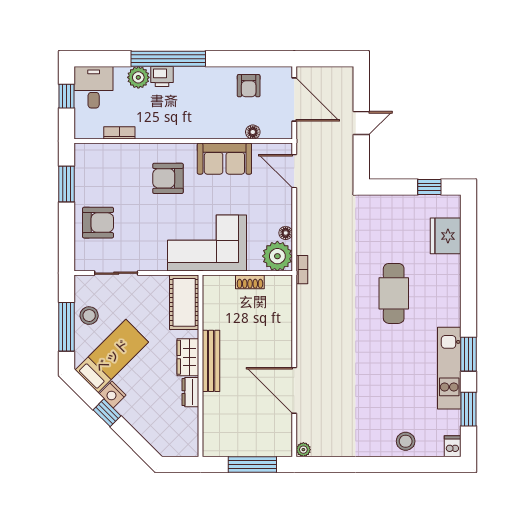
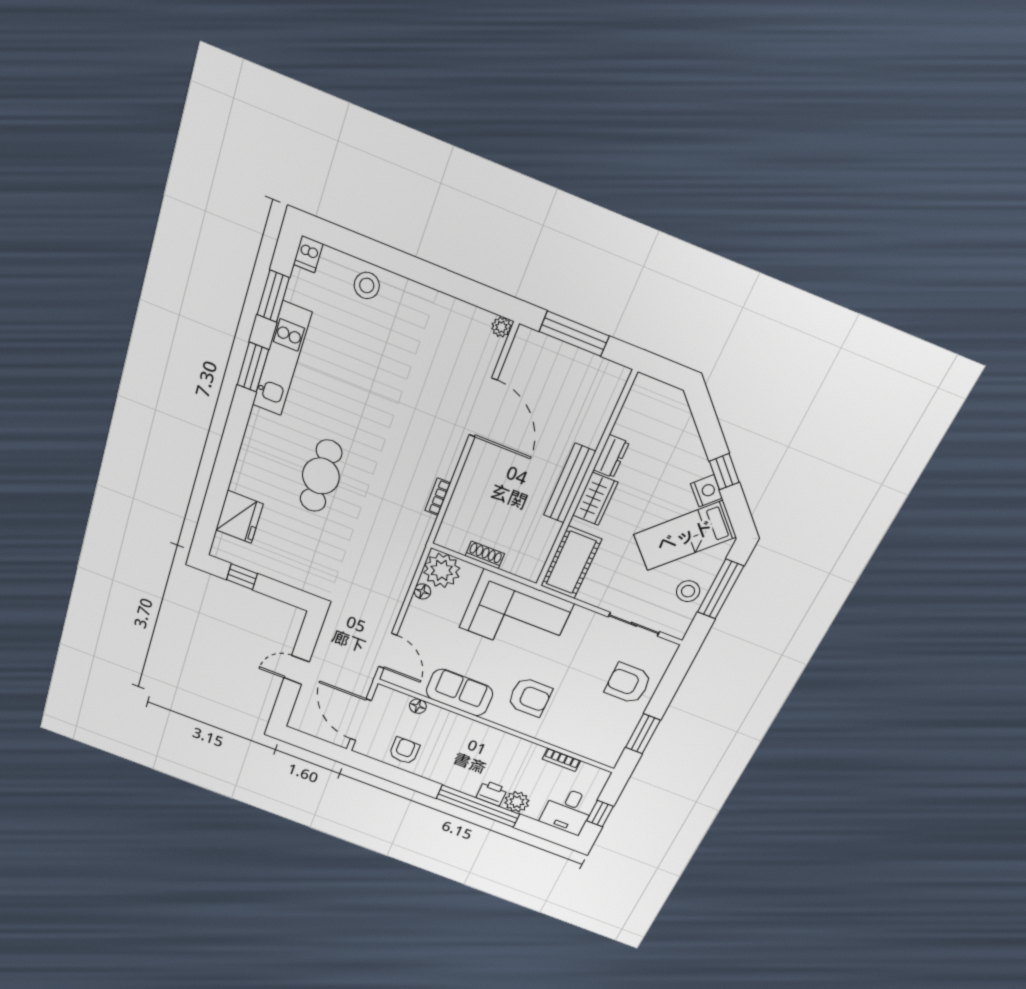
bookcase: (302, 270) -> (438, 497), moved

